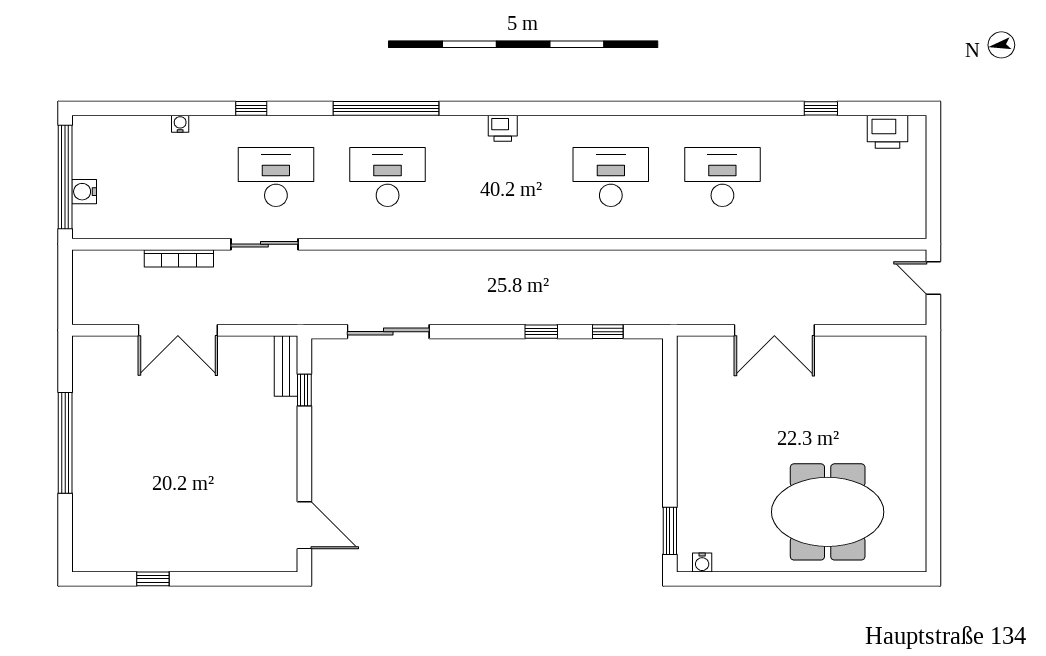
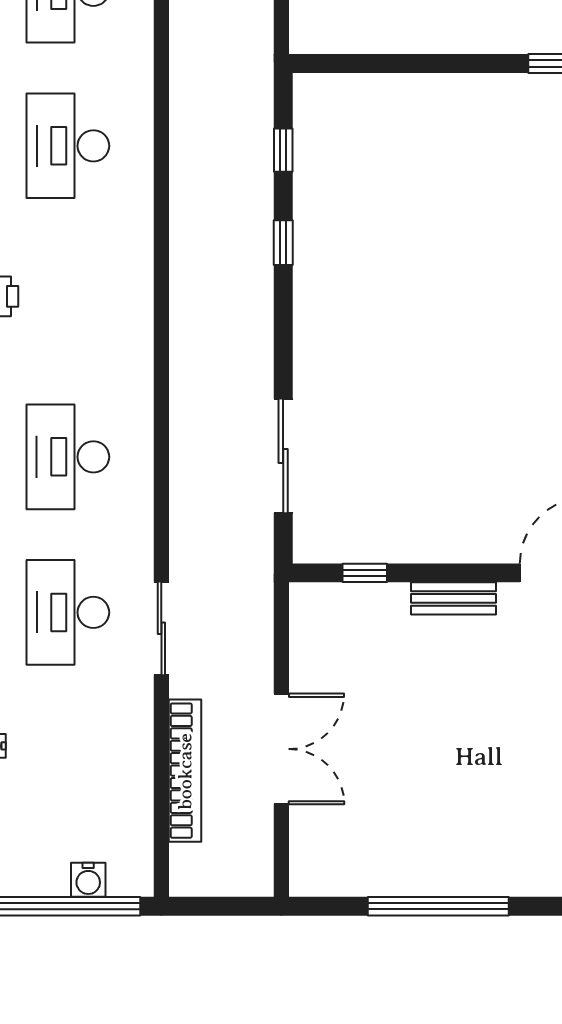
bookcase: (179, 258) -> (185, 771), width x1.48, depth x1.31
bench: (286, 366) -> (454, 598), moved

